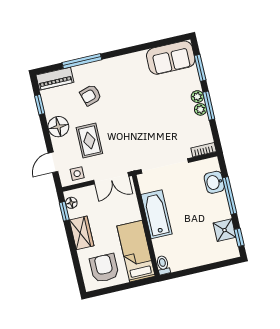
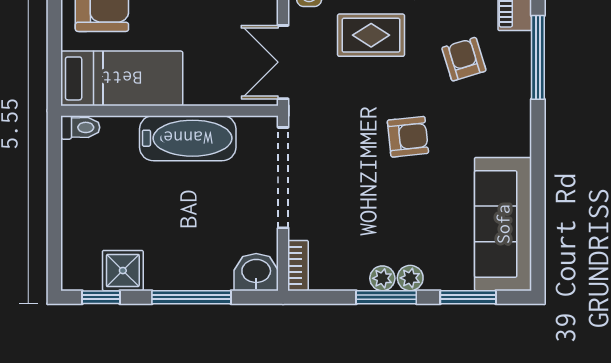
sofa: (171, 58) -> (503, 224), width x1.36
armchair: (132, 113) -> (408, 137), added
washbasin: (214, 182) -> (256, 272), moved

